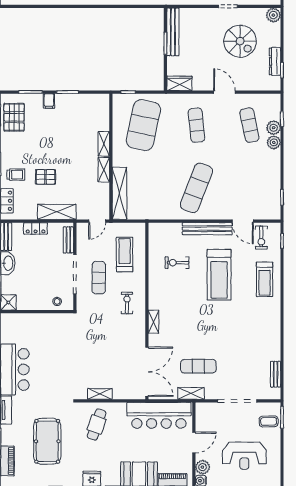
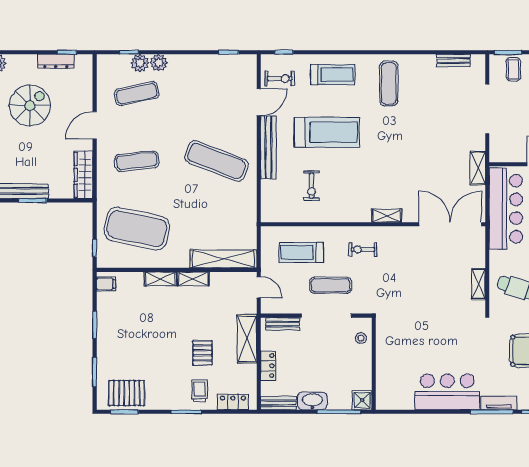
wardrobe: (179, 83) -> (84, 175), width x1.50
filing cabinet: (49, 101) -> (106, 284), moved
exercise mat: (198, 366) -> (389, 83), moved

